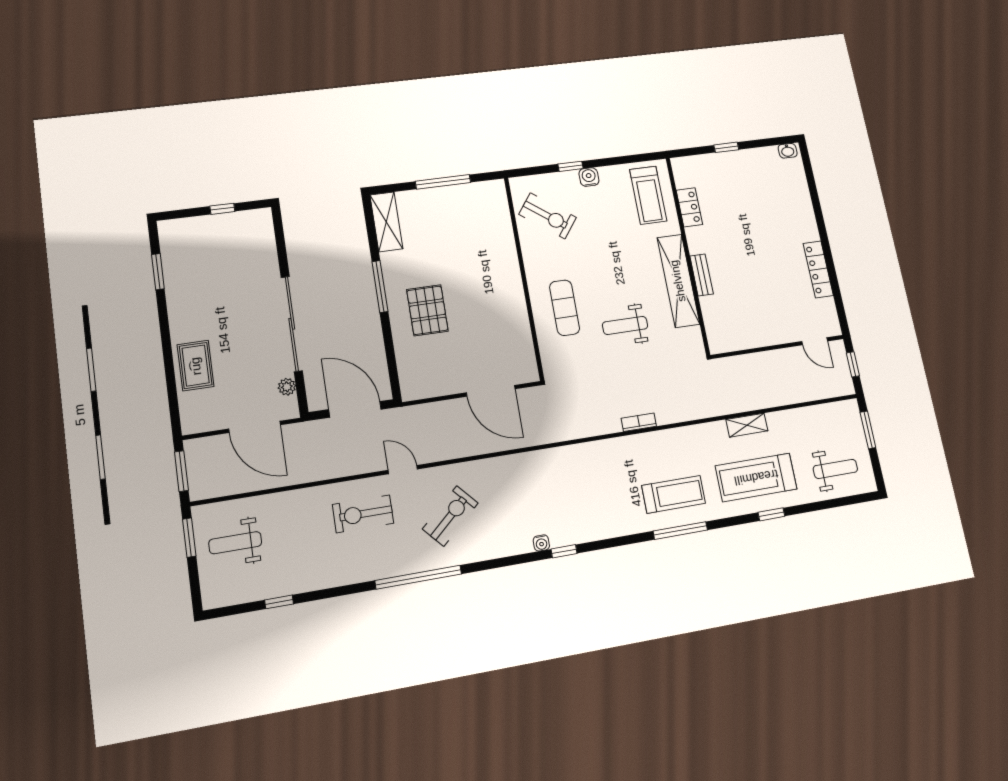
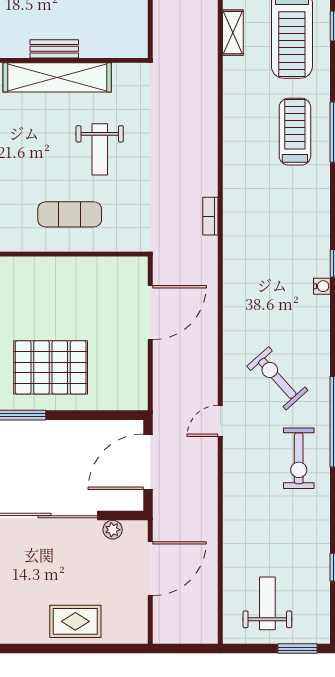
pallet: (427, 310) -> (51, 367), width x1.37, depth x1.41
bookcase: (639, 422) -> (210, 216), moved
window: (181, 471) -> (185, 649), removed
exercise bike: (363, 514) -> (299, 458), moved
window: (189, 538) -> (297, 649), moved
weight bench: (235, 543) -> (267, 603), turned 180

